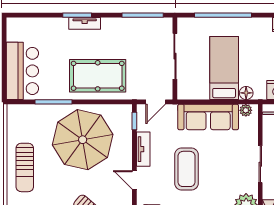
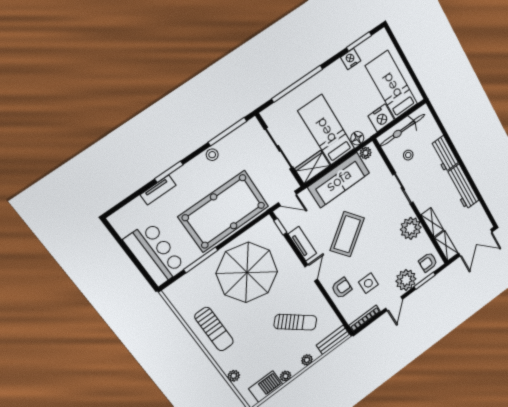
tv unit: (85, 23) -> (158, 190), moved
stool: (119, 25) -> (212, 155), added
pool table: (98, 76) -> (224, 211), width x1.36, depth x1.32
wardrobe: (193, 91) -> (312, 167), added
door: (156, 102) -> (287, 198), hinge flipped
coffee table: (186, 169) -> (347, 234), turned 53
door: (134, 180) -> (311, 273), swing flipped

